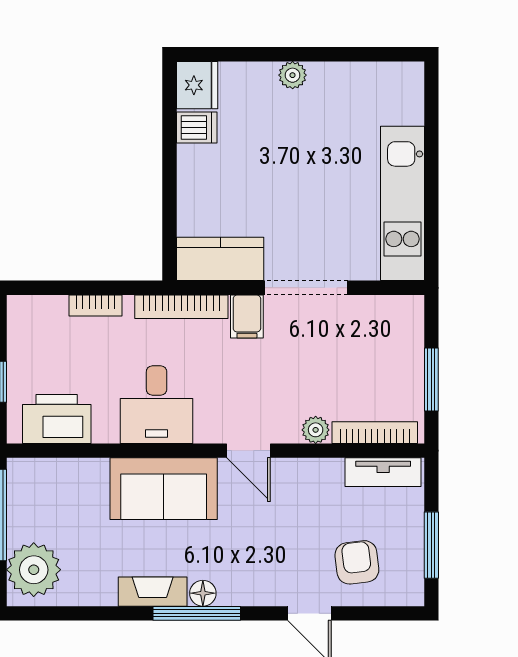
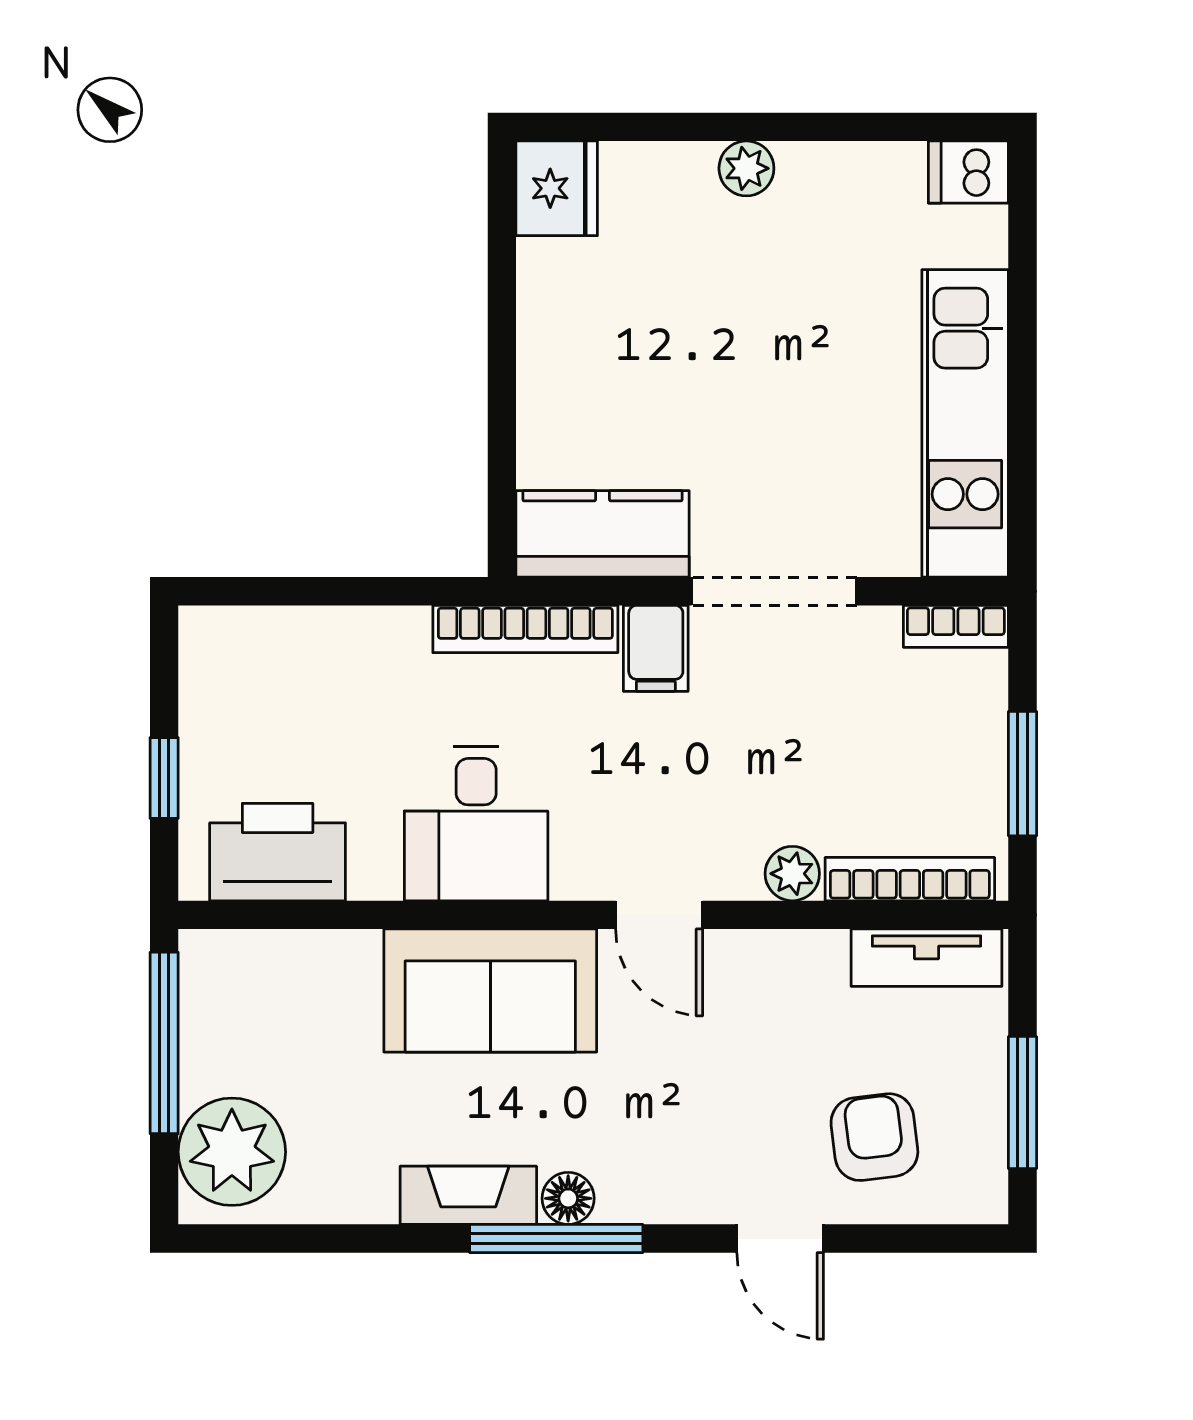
dishwasher: (197, 127) -> (968, 172), moved, turned 180
bookcase: (96, 305) -> (956, 626), moved

